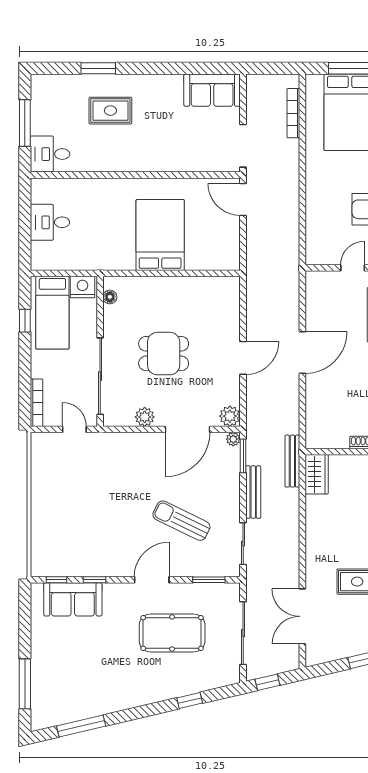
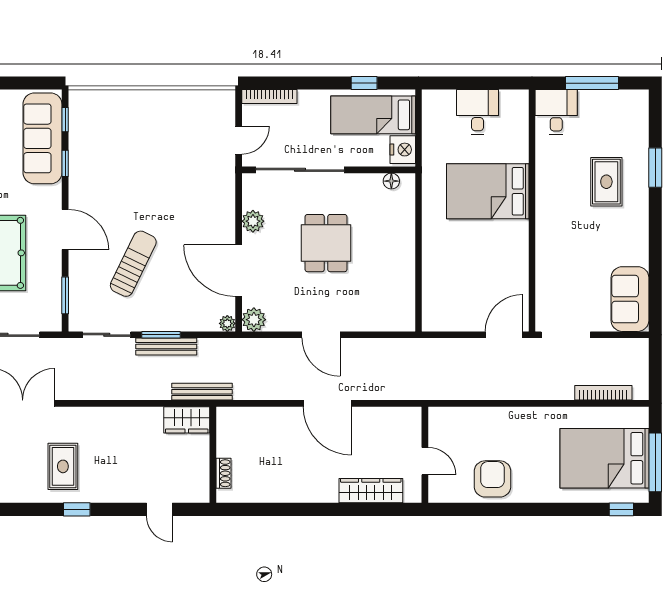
bed: (160, 235) -> (488, 191), moved, turned 180
window: (243, 456) -> (161, 335), moved
sofa: (73, 599) -> (42, 138), width x1.36

